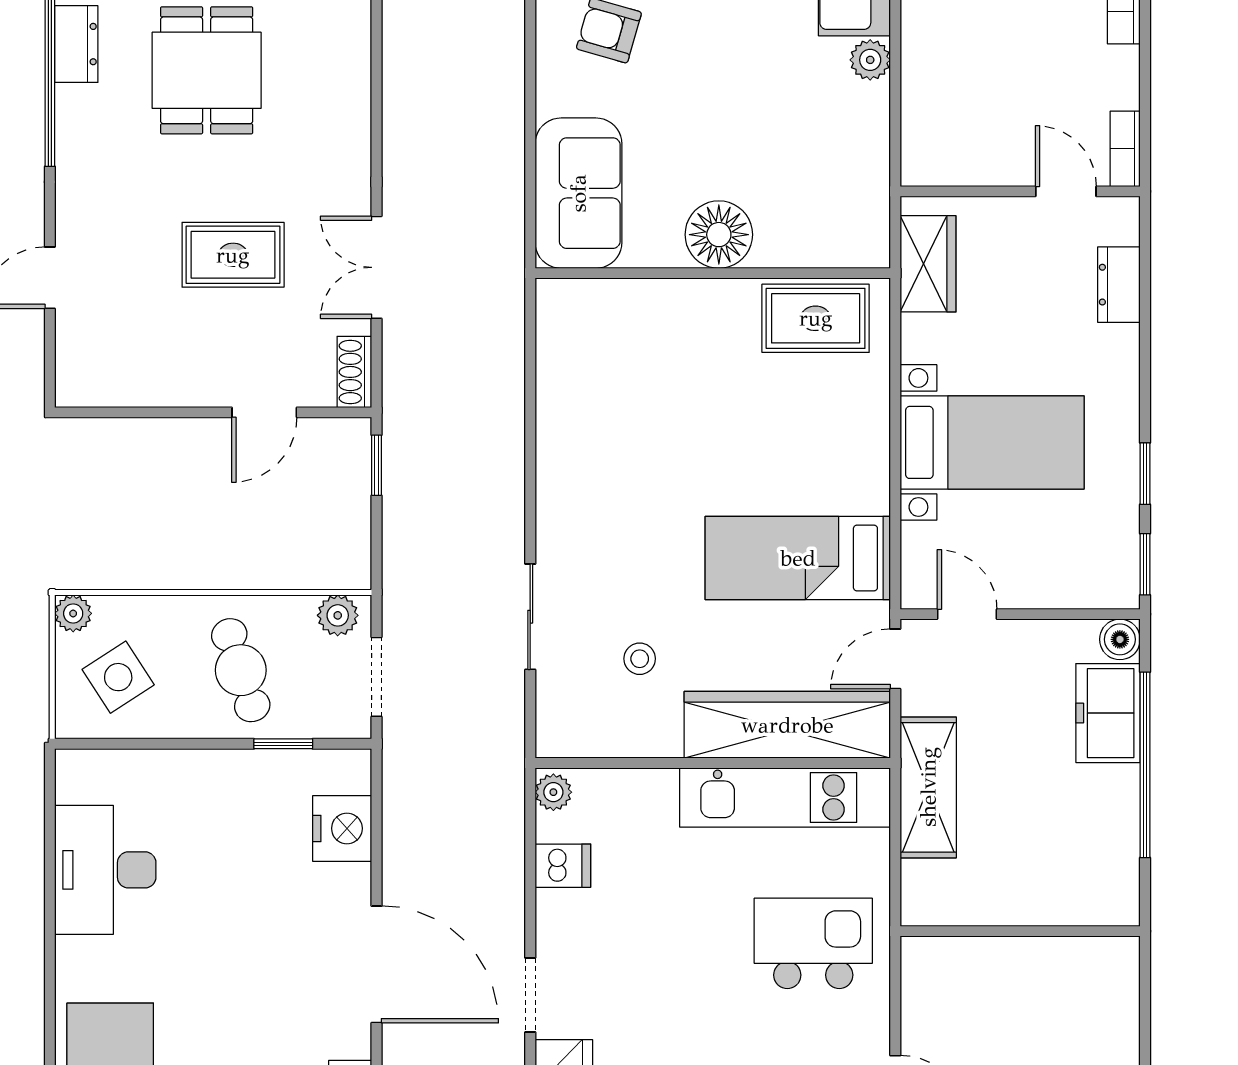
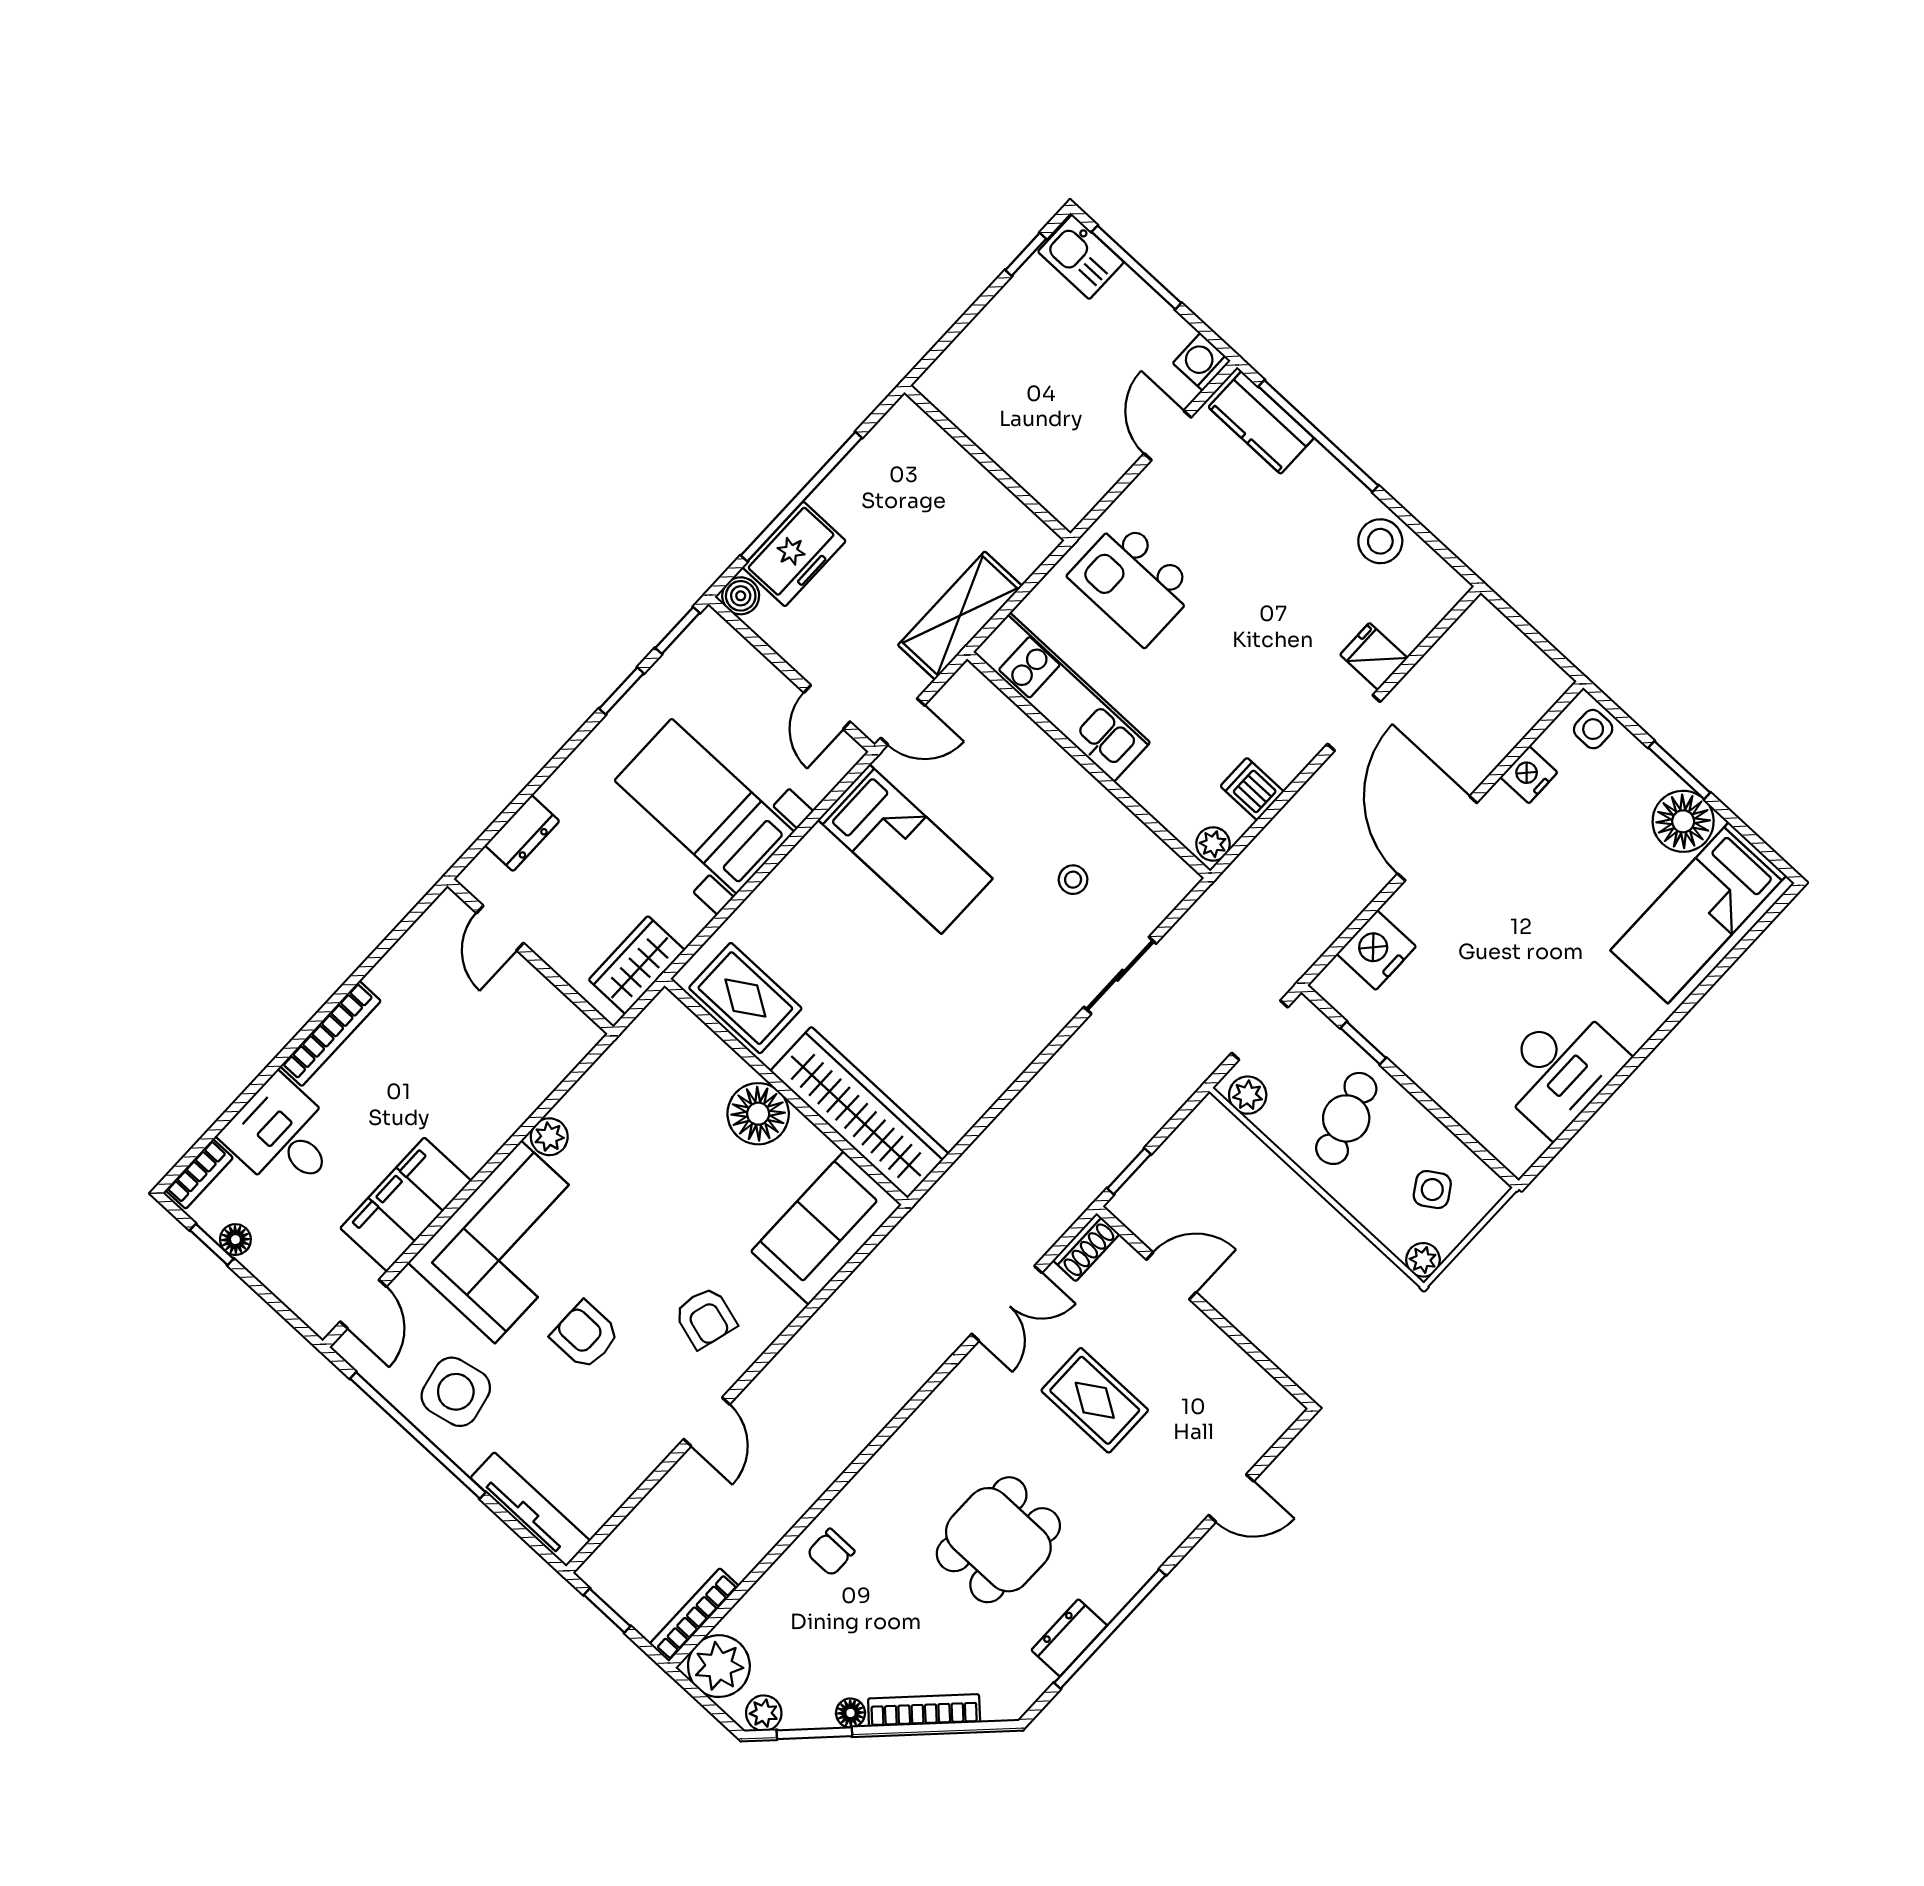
bookcase: (1125, 149) -> (434, 920), removed
side table: (118, 677) -> (1432, 1190), width x0.73, depth x0.73
wardrobe: (787, 725) -> (859, 1112), moved, turned 180

